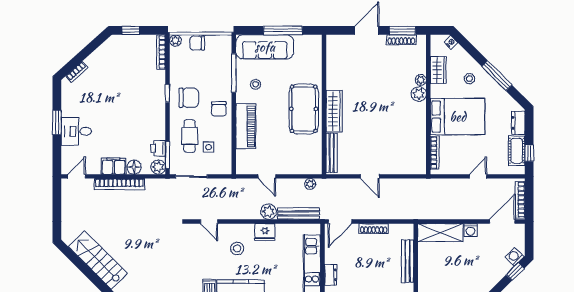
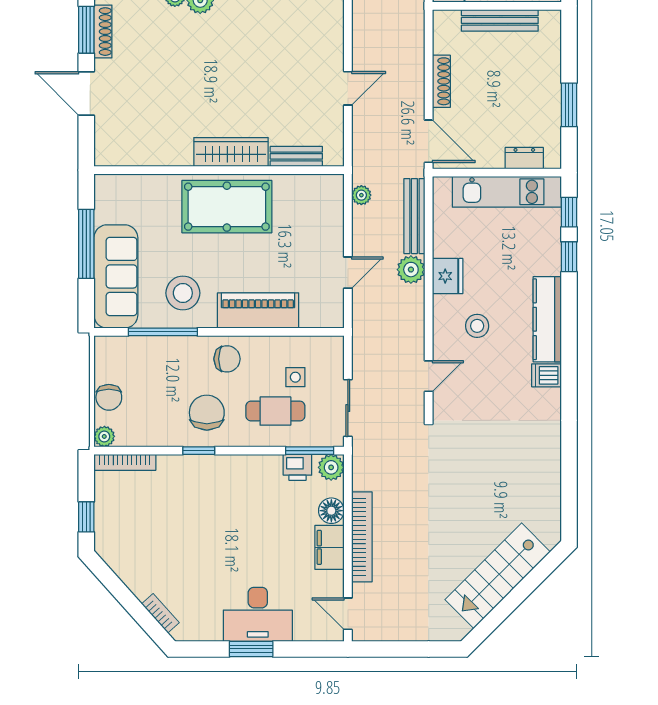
stool: (255, 84) -> (183, 293), width x1.89, depth x1.89
desk: (76, 131) -> (258, 614), width x1.37
bench: (332, 153) -> (296, 156), width x0.73

